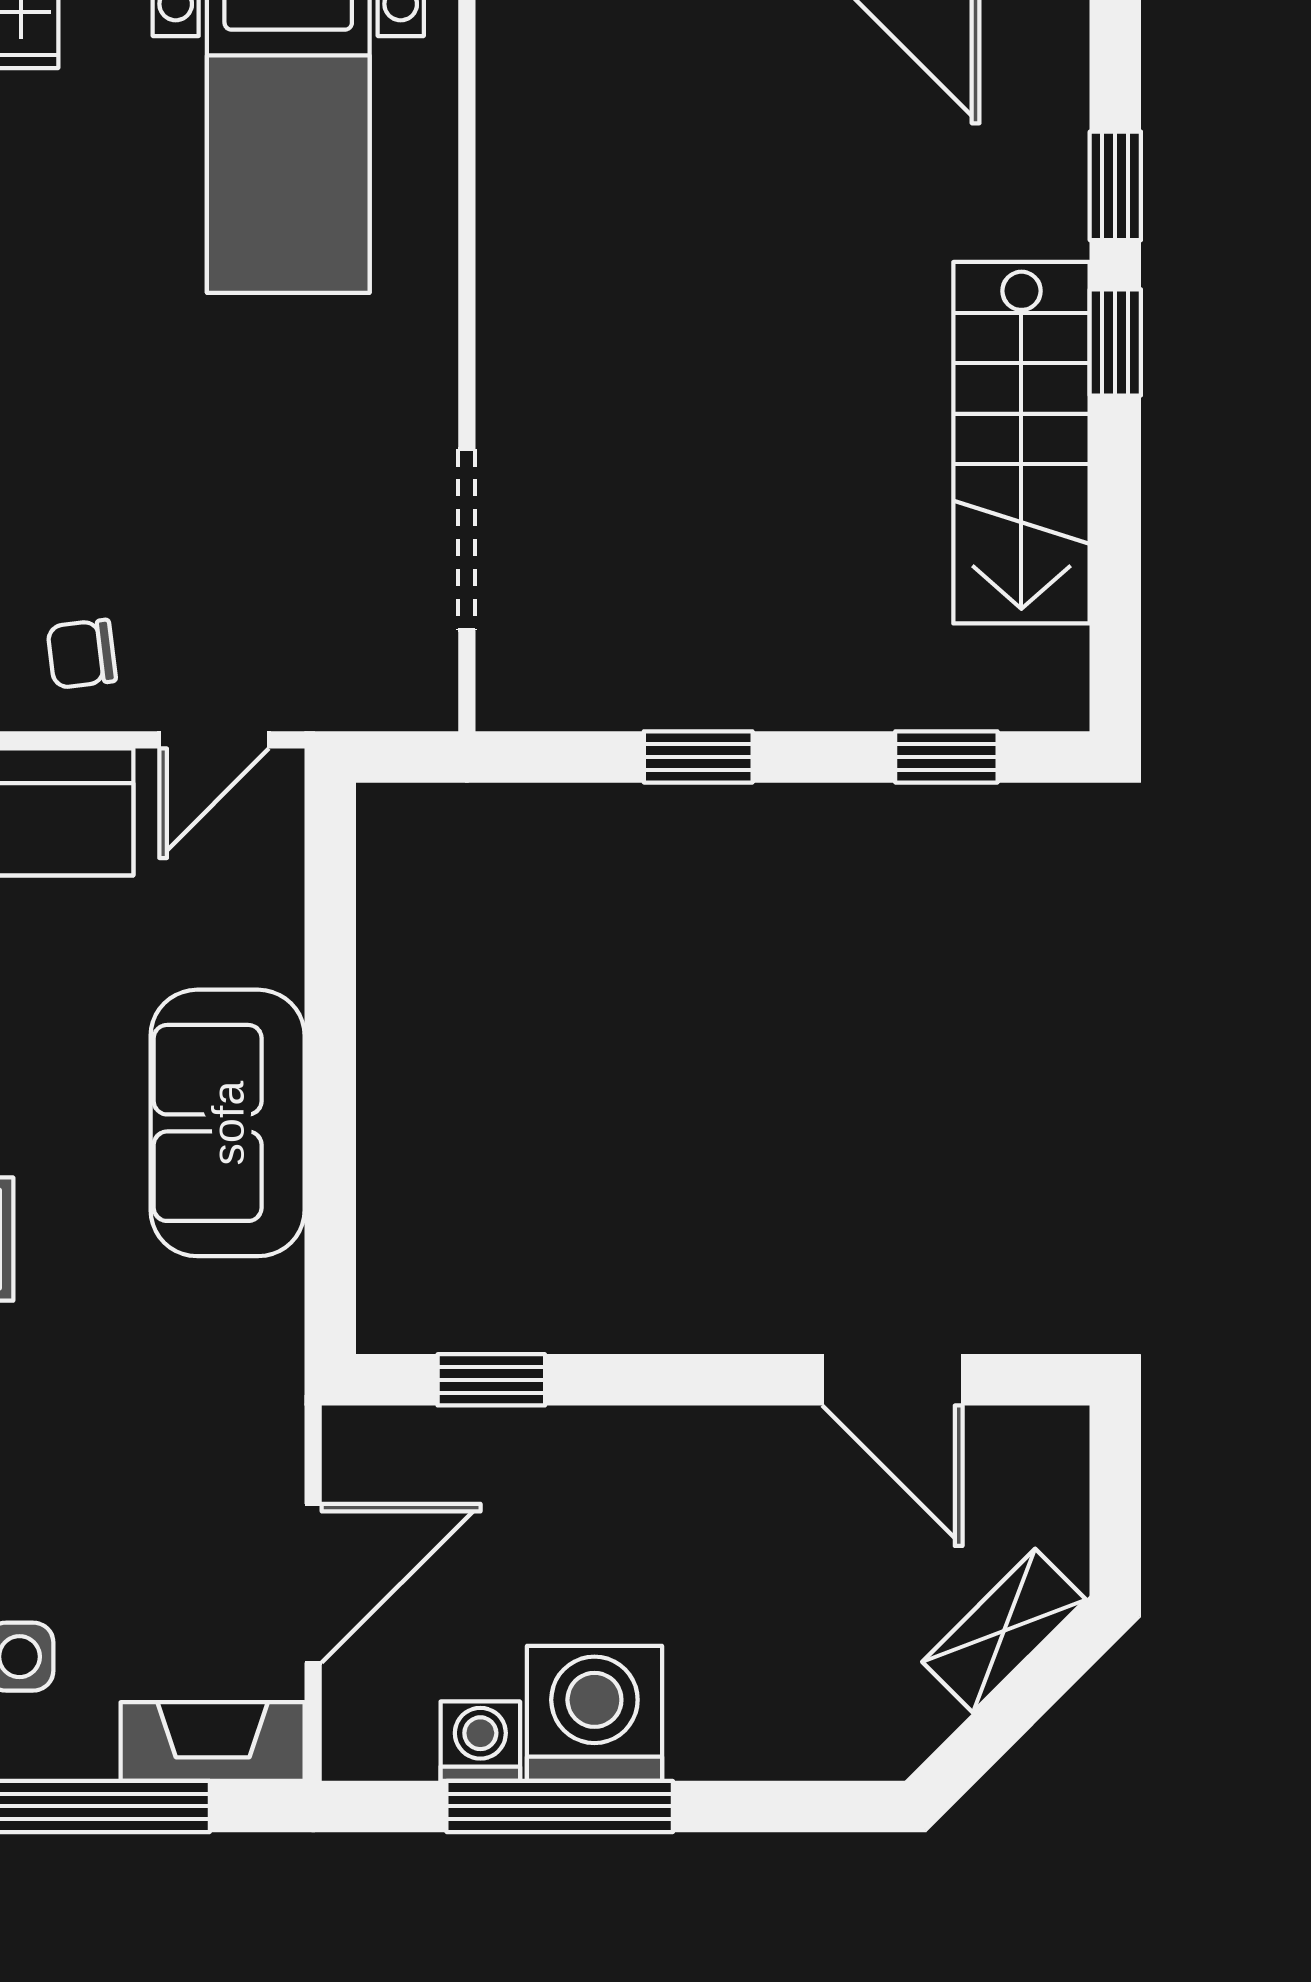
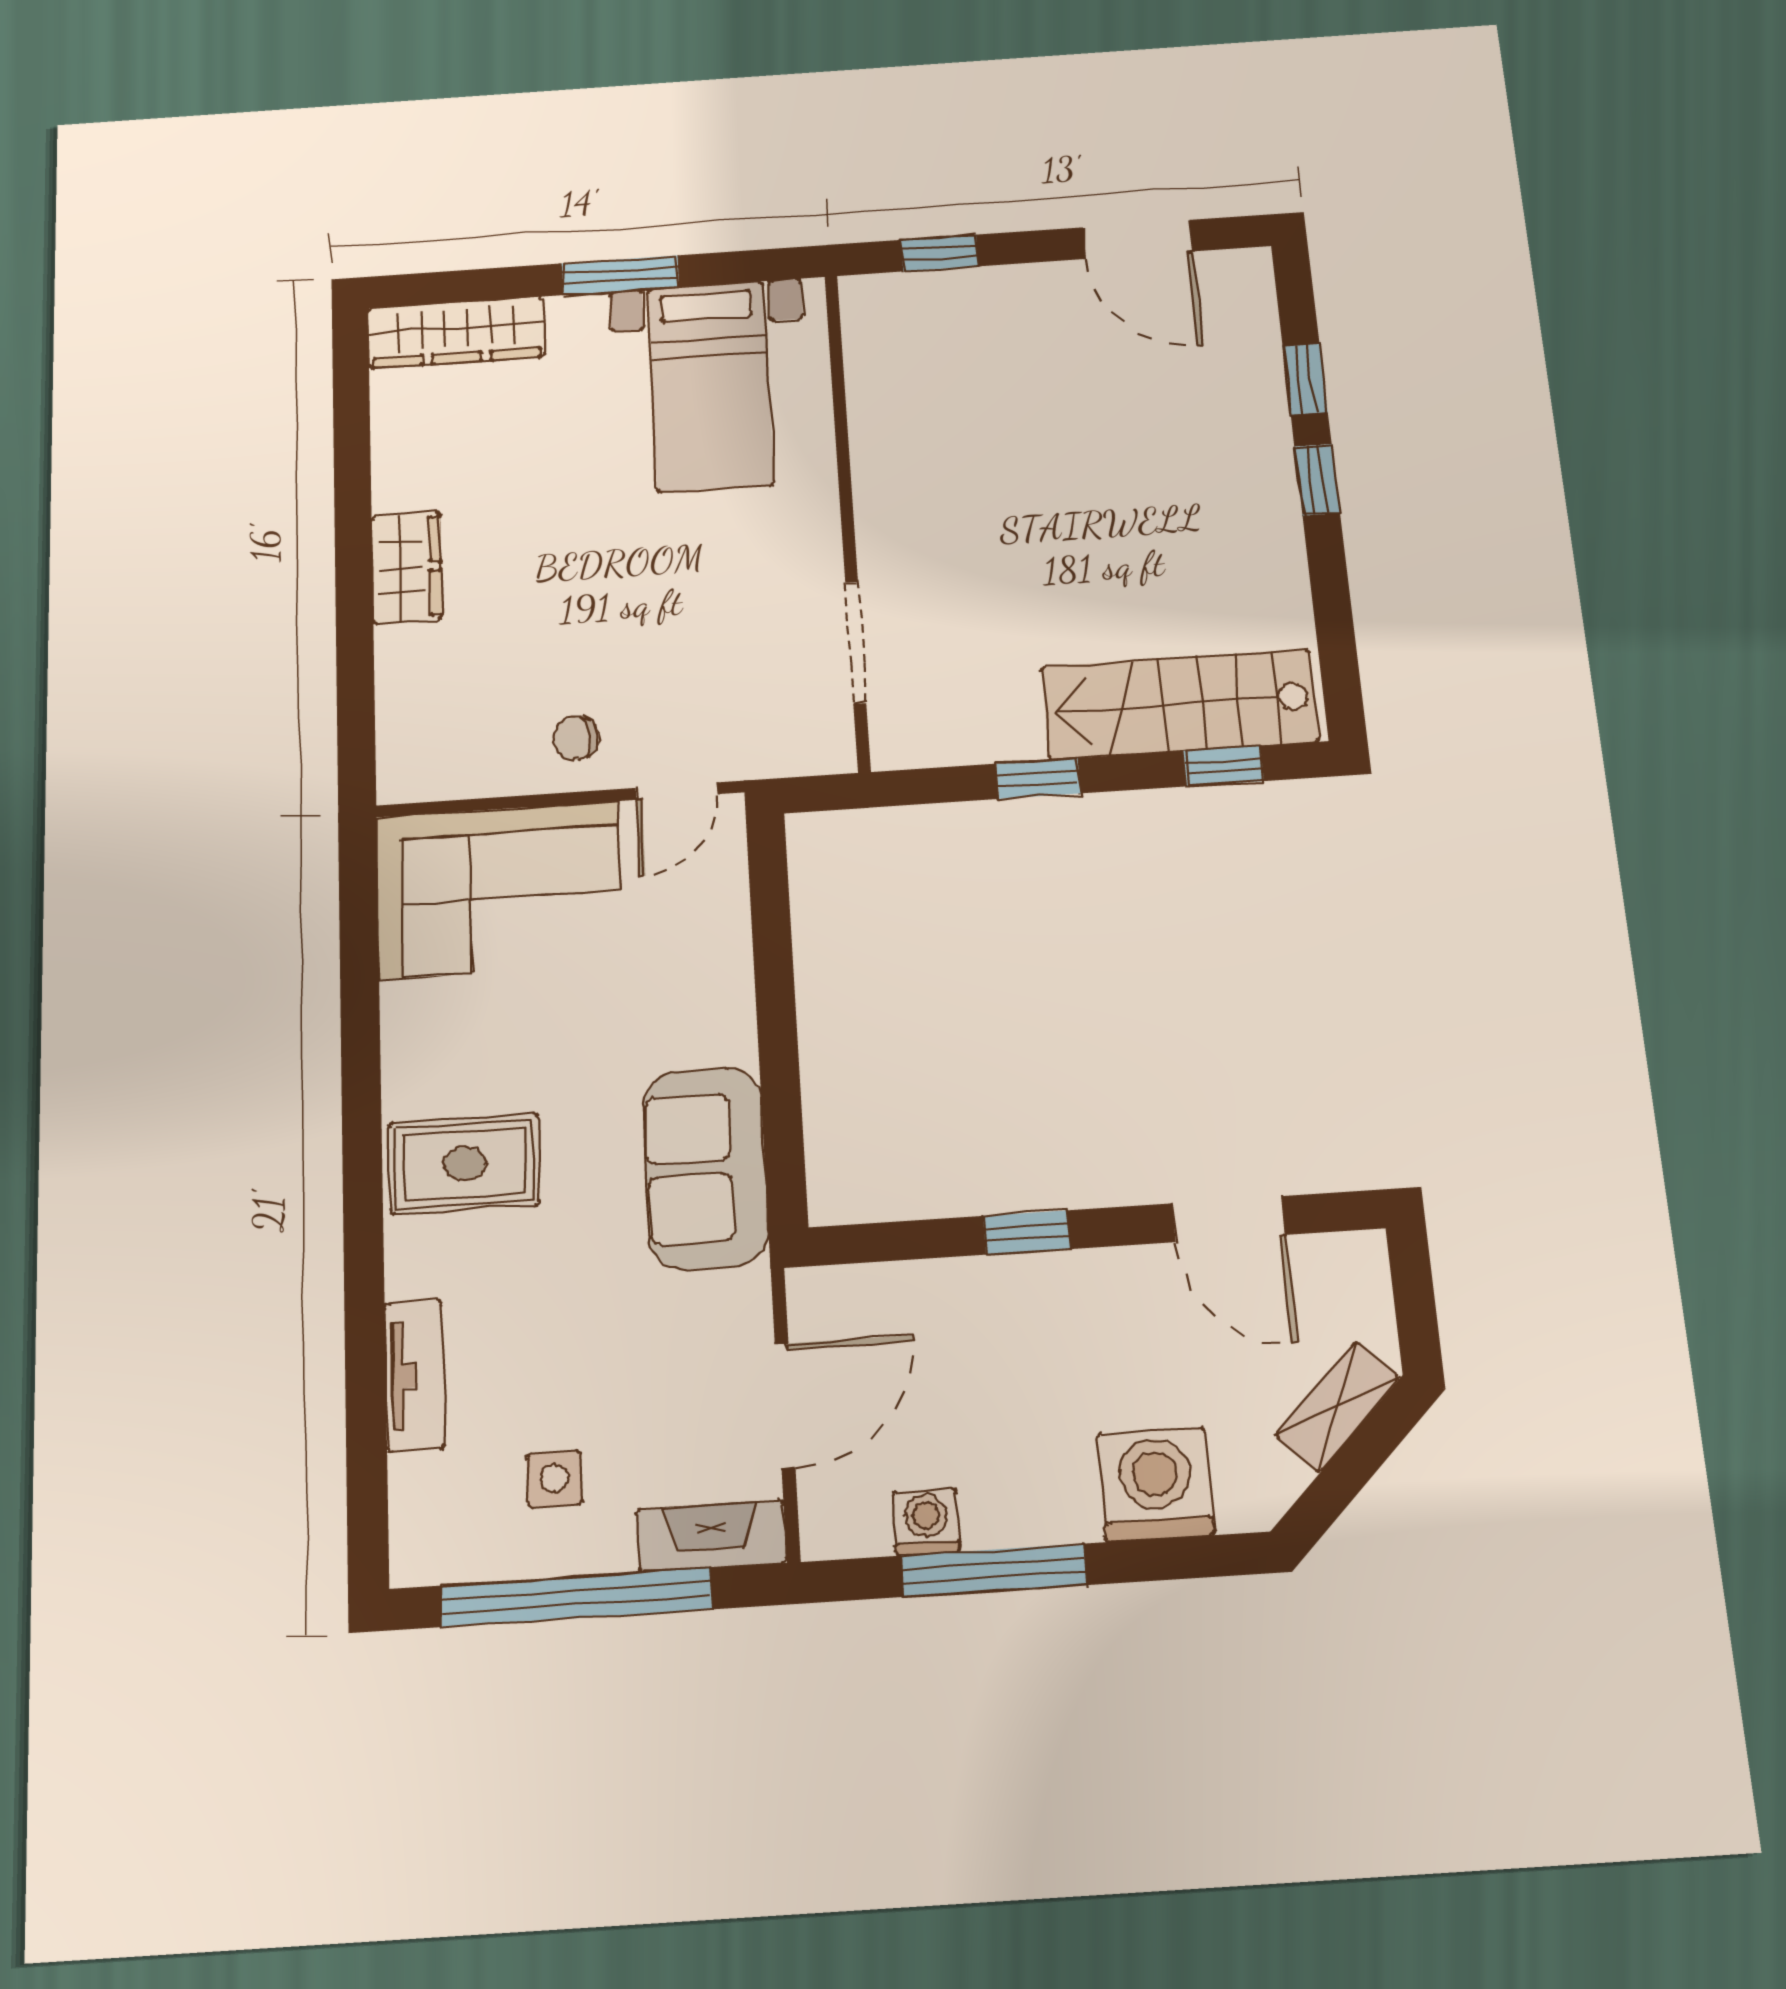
stairs: (1021, 443) -> (1180, 704), moved, turned 90
sofa: (228, 1123) -> (705, 1168), moved
window: (491, 1380) -> (1027, 1232), moved
washing machine: (594, 1713) -> (1155, 1485), moved

